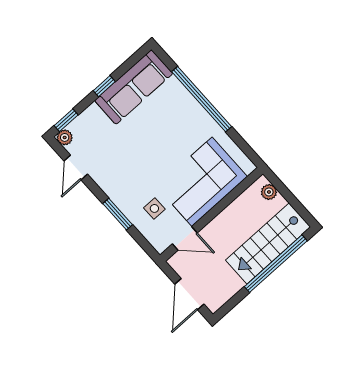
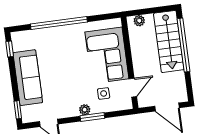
window: (104, 86) -> (10, 49), moved
sofa: (134, 87) -> (28, 78), moved
plant: (65, 137) -> (85, 110), moved

